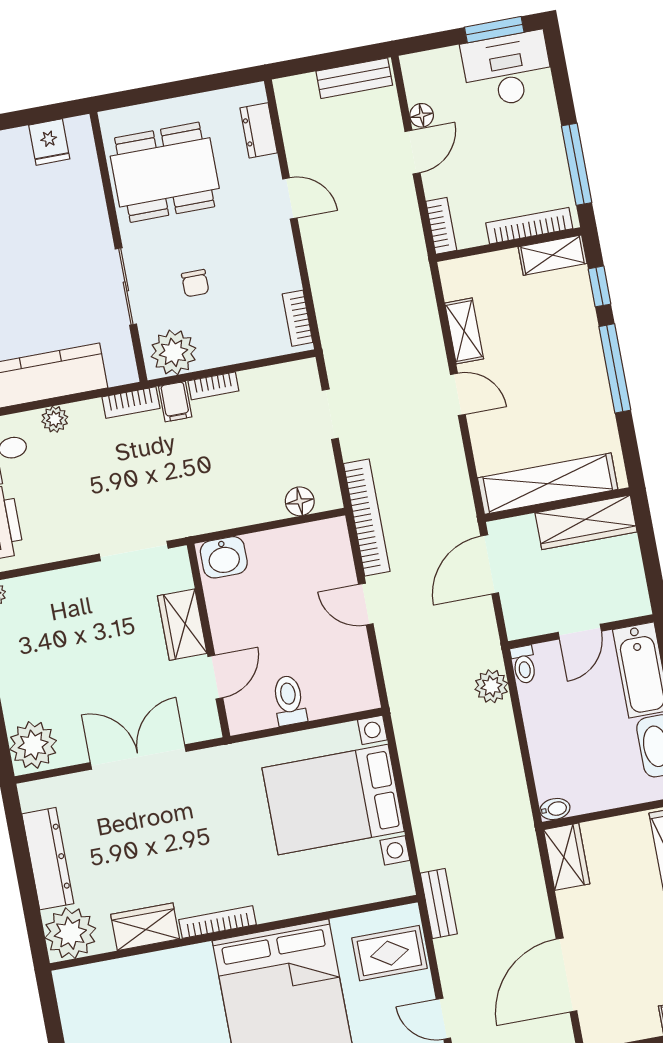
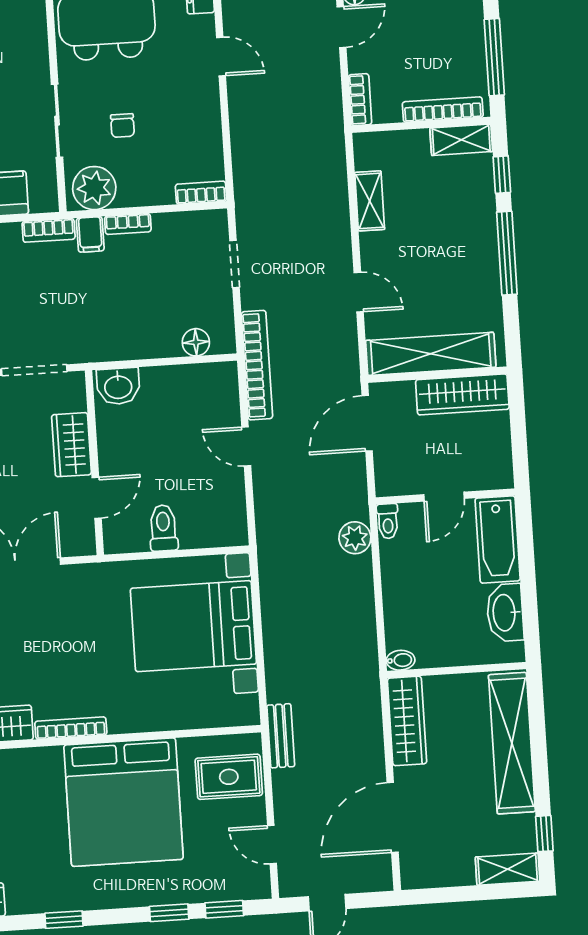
bookcase: (298, 318) -> (201, 193), moved, turned 90
door: (458, 394) -> (359, 292), moved
wardrobe: (567, 857) -> (407, 721), width x1.50

